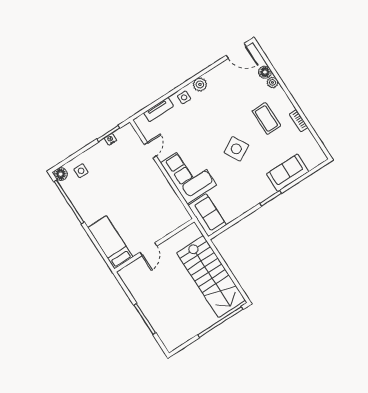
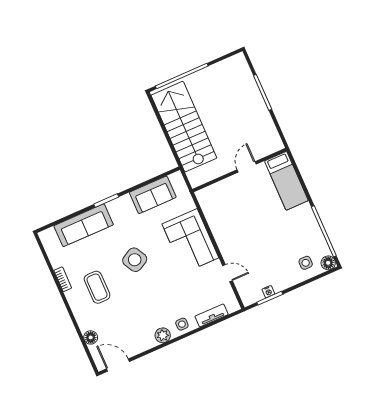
plant: (272, 82) -> (84, 325), removed
door: (150, 150) -> (228, 273), swing flipped
sofa: (288, 173) -> (84, 225), width x1.36
sofa: (207, 215) -> (153, 195), moved, turned -90

